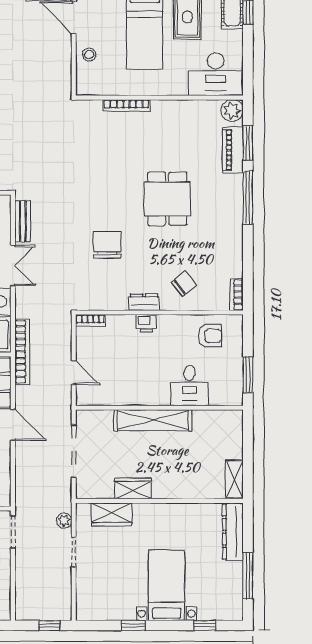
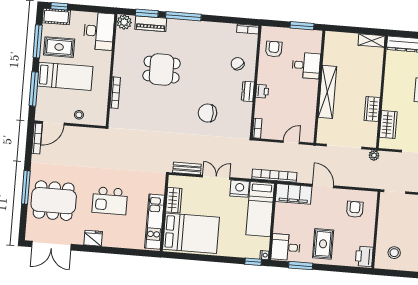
dining table: (167, 199) -> (162, 70), moved
door: (13, 425) -> (323, 186), hinge flipped
plant: (64, 521) -> (374, 155), moved

